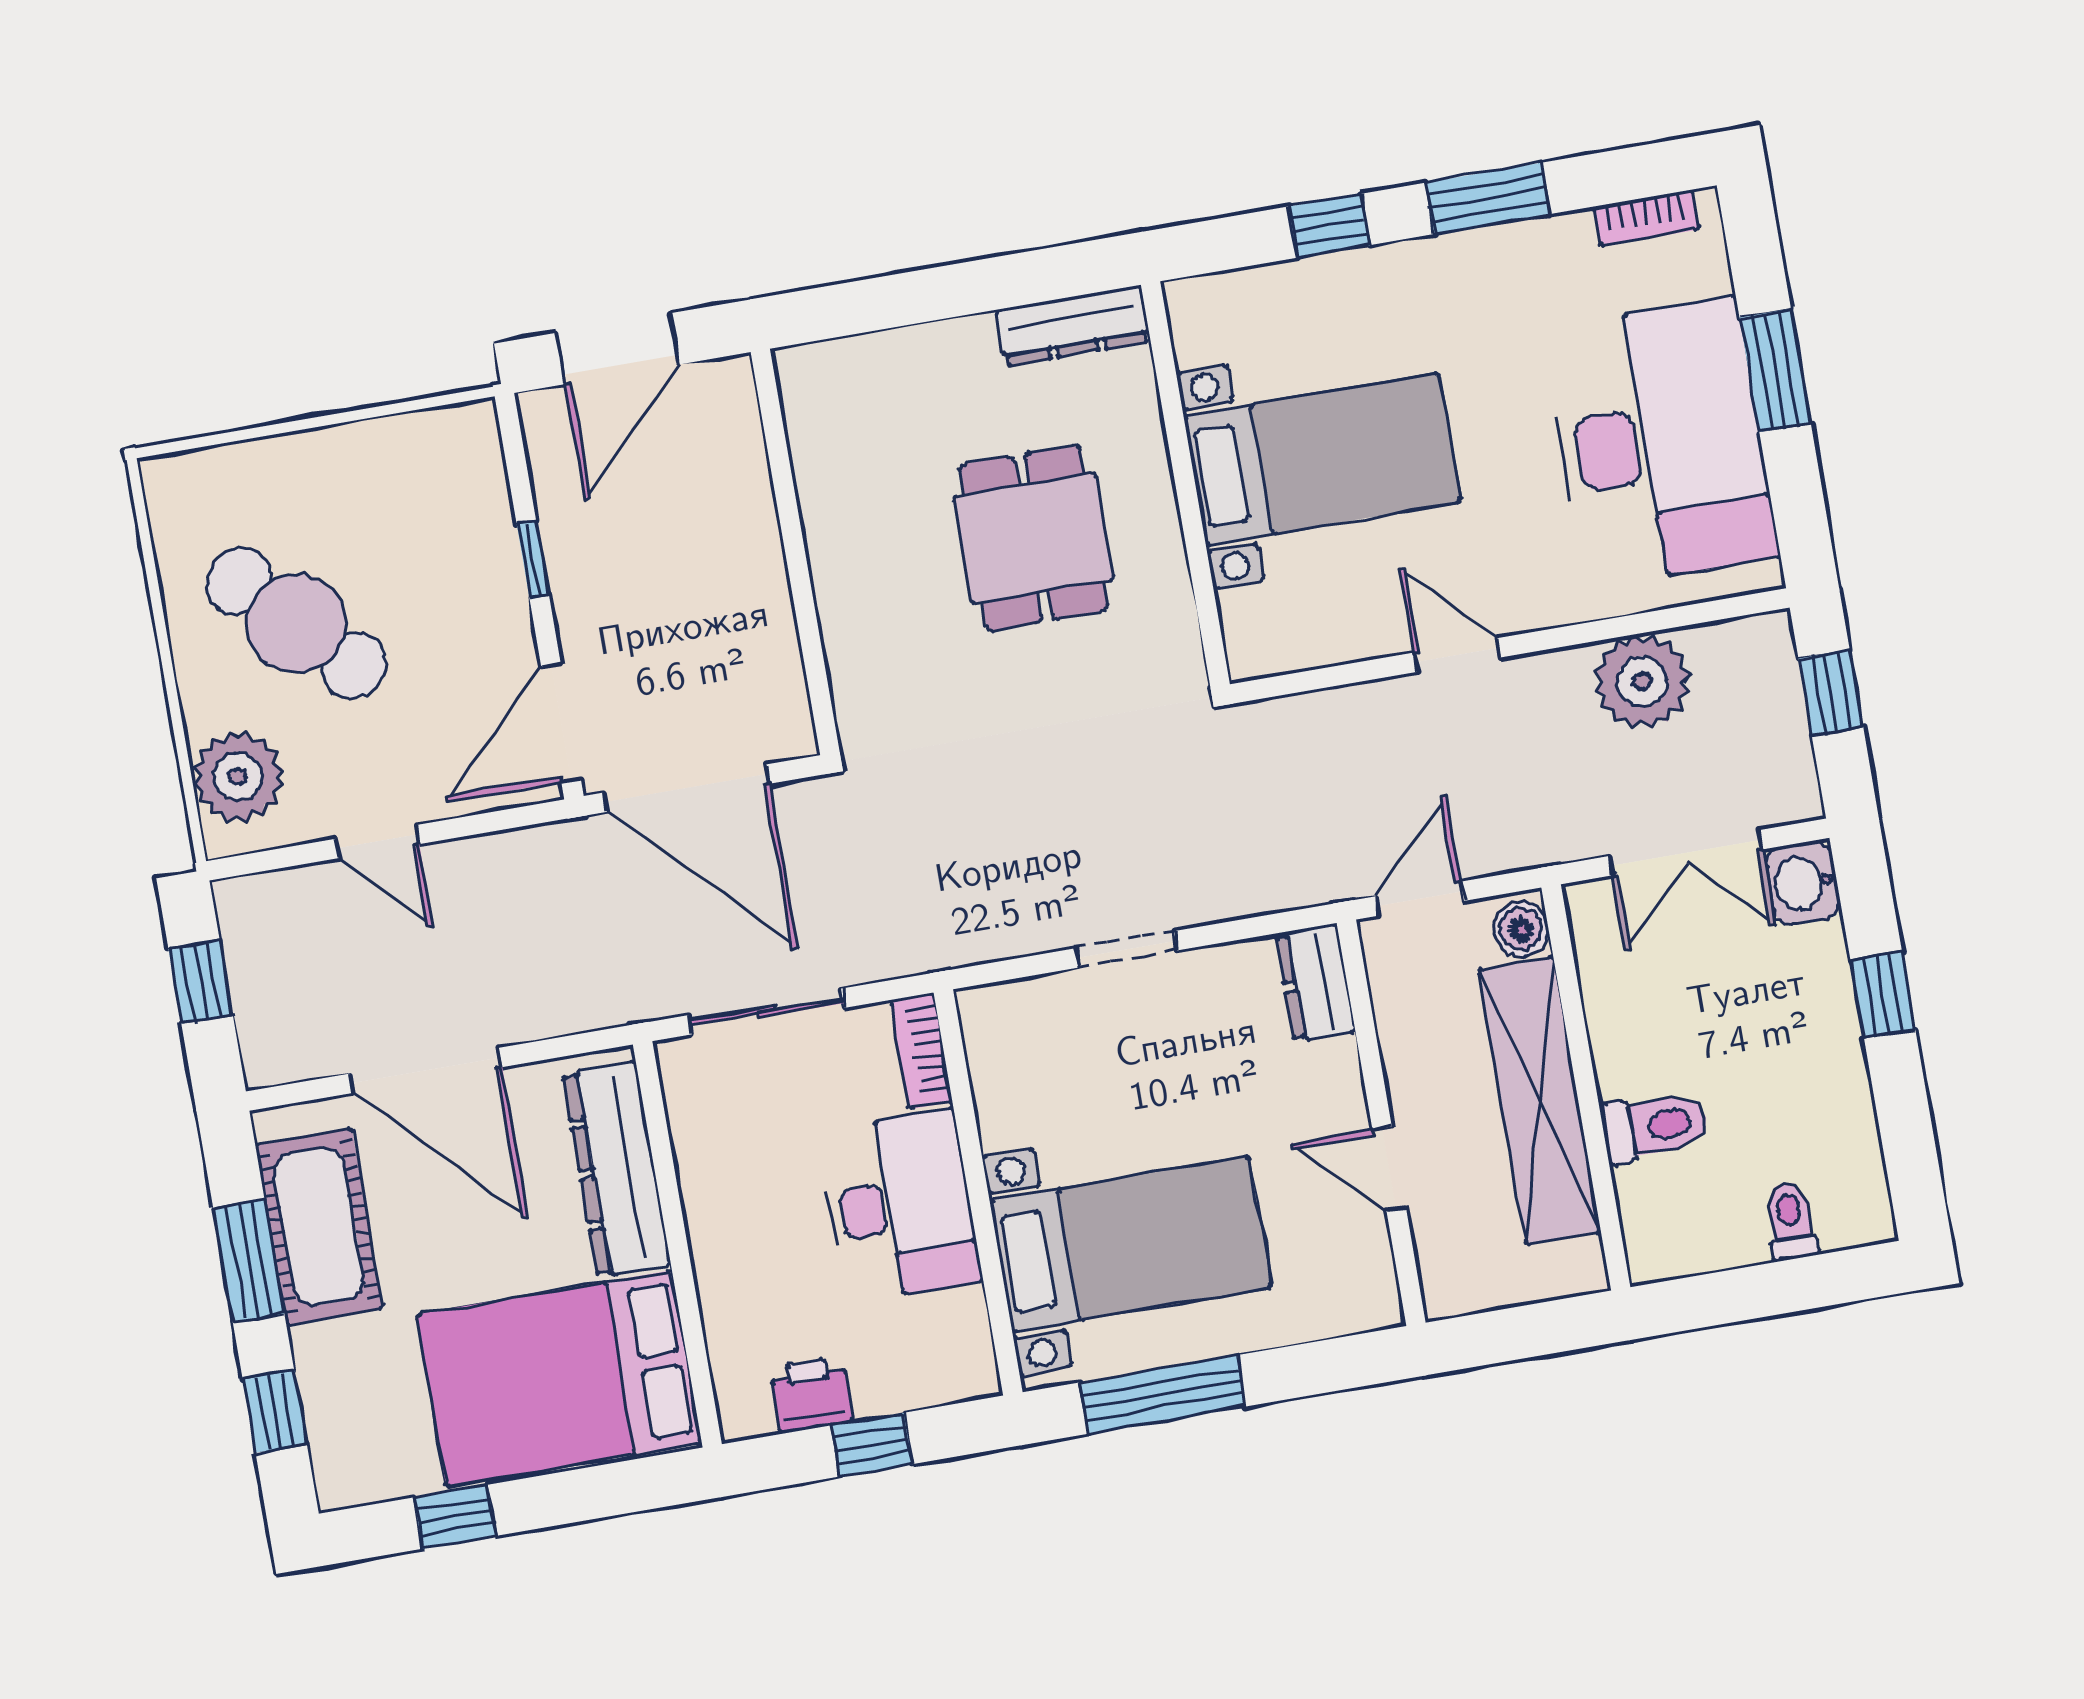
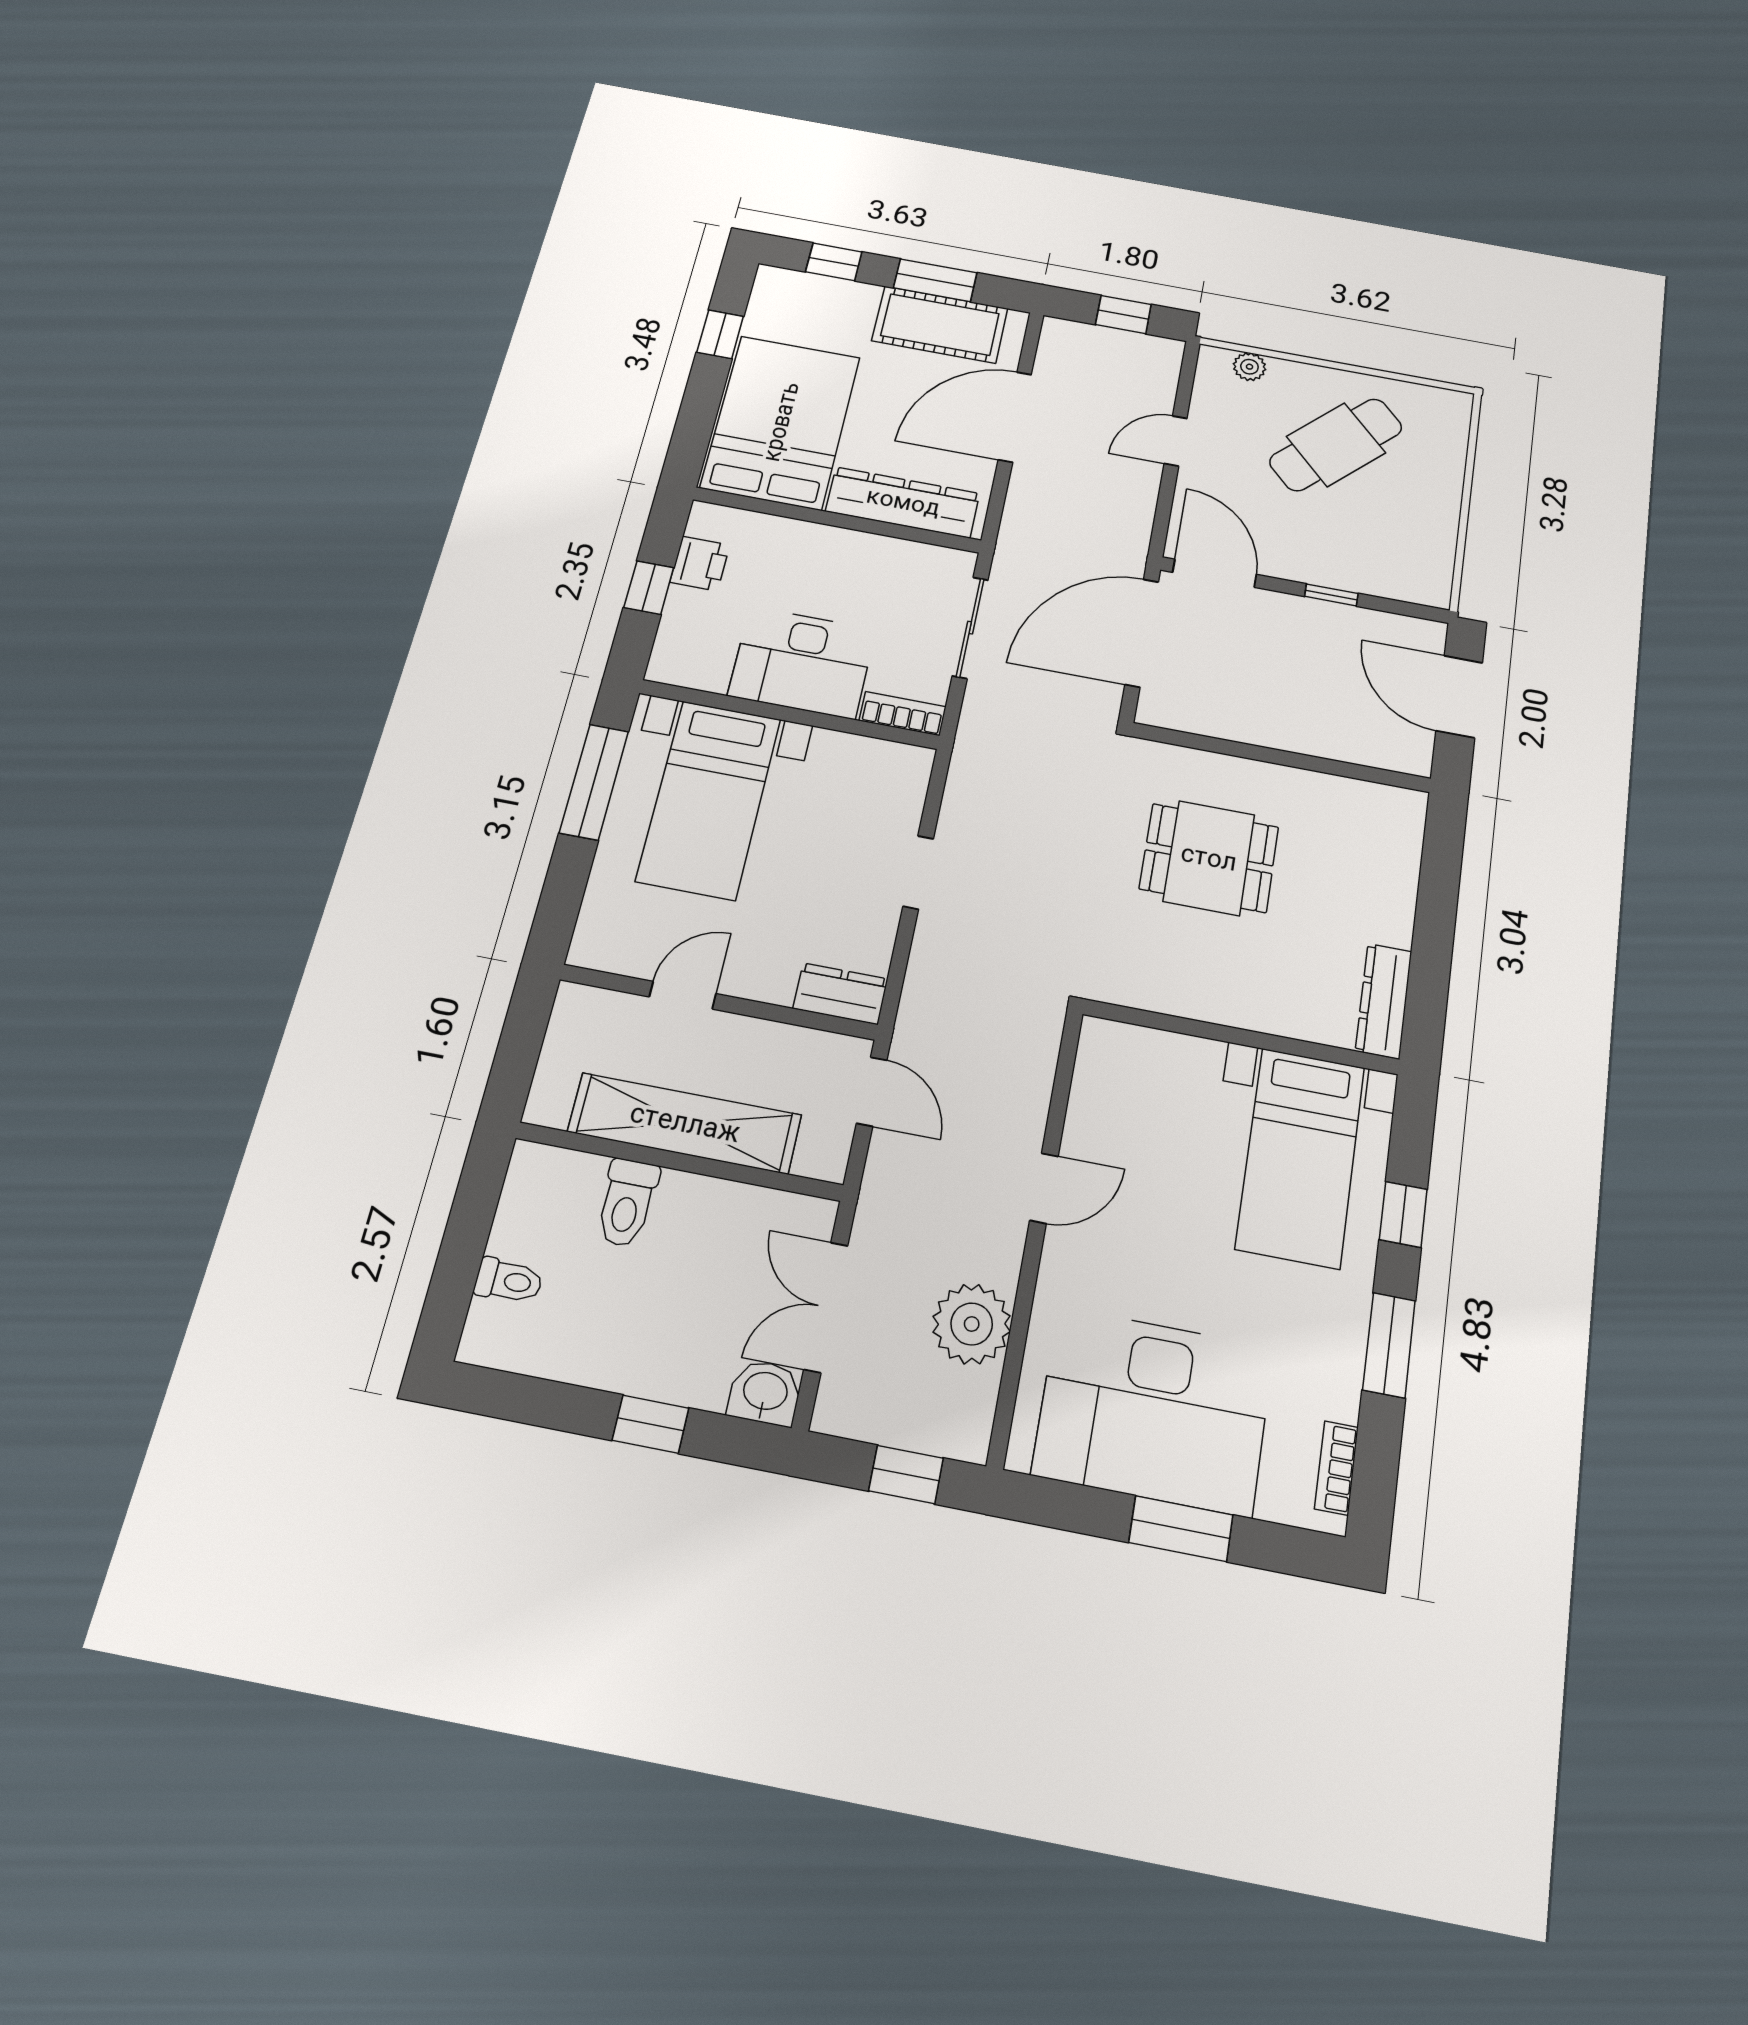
bed with nightstands: (1322, 459) -> (1301, 1157), moved
dining table: (1033, 538) -> (1209, 858), moved
plant: (238, 777) -> (1249, 367), width x0.53, depth x0.53
boiler: (1521, 929) -> (819, 1158), removed

